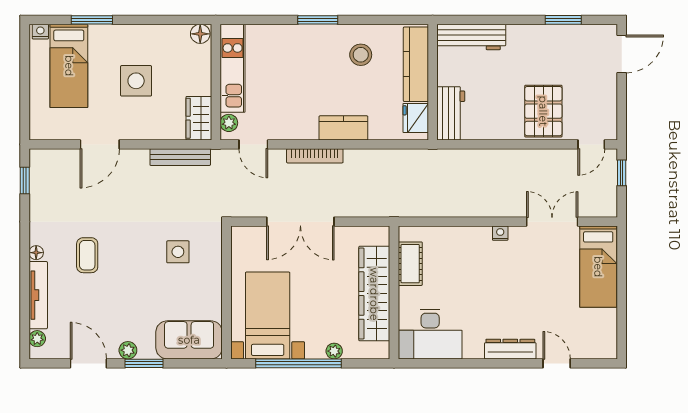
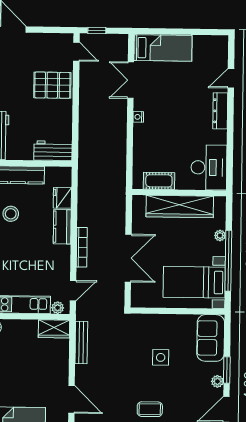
side table: (136, 81) -> (27, 373), removed
fridge: (416, 118) -> (62, 198), moved, turned 90
side table: (178, 252) -> (161, 357), moved

